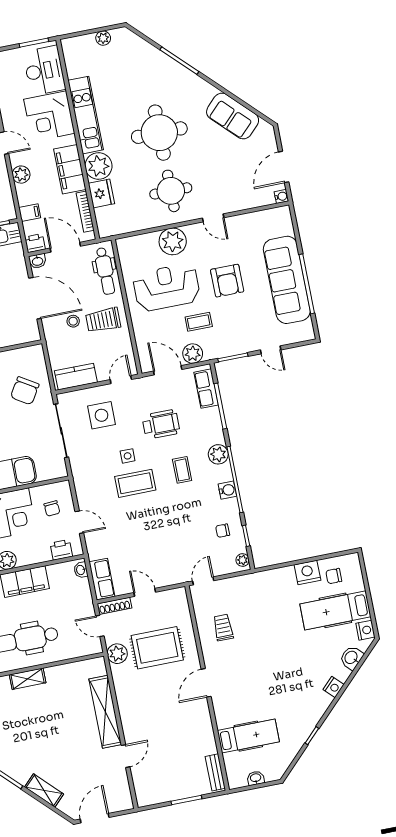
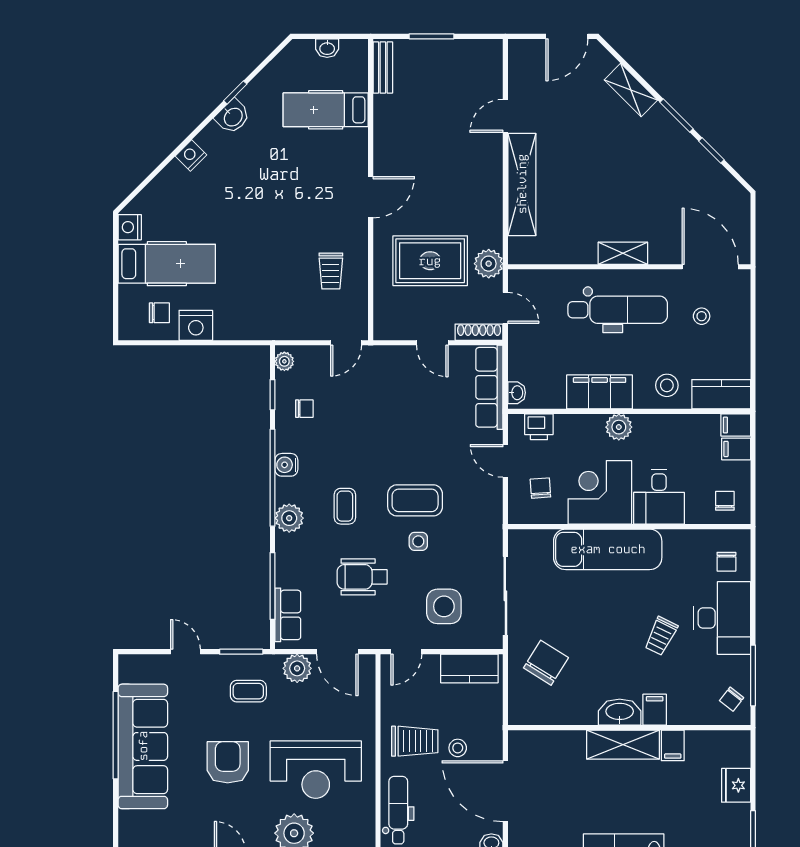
coffee table: (199, 322) -> (248, 691), moved
row of seats: (102, 579) -> (489, 387), width x1.48
washbasin: (351, 658) -> (233, 117), moved

